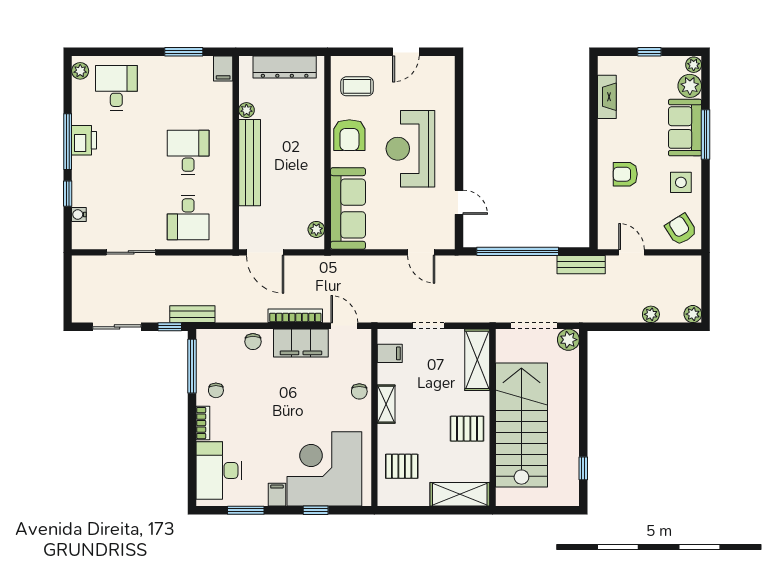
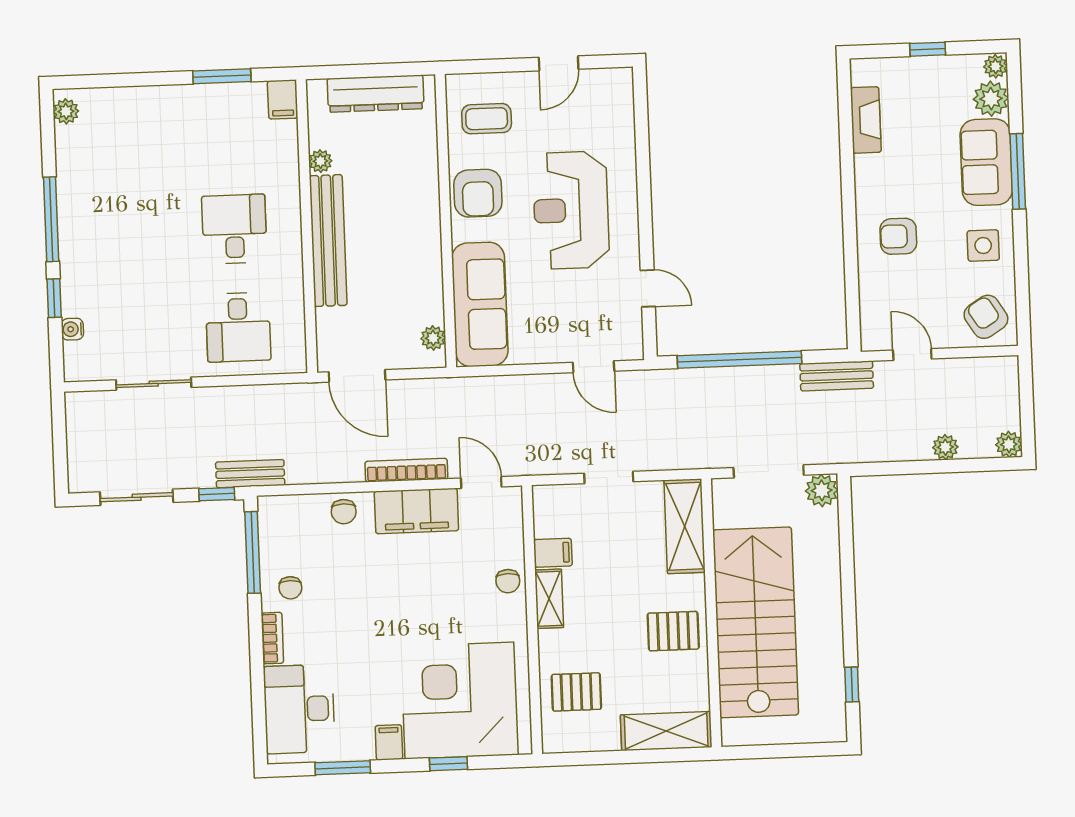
desk: (116, 88) -> (122, 135), removed
printer: (84, 140) -> (76, 216), removed
filing cabinet: (390, 353) -> (553, 553), moved

